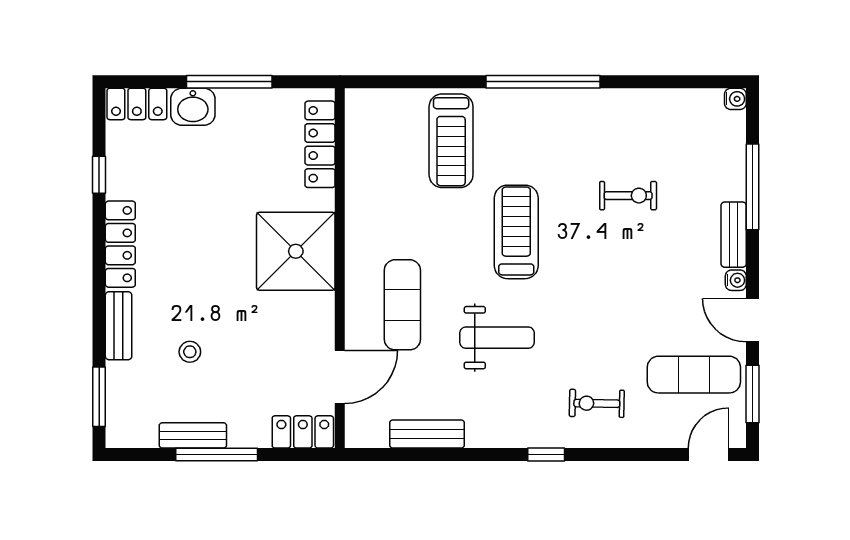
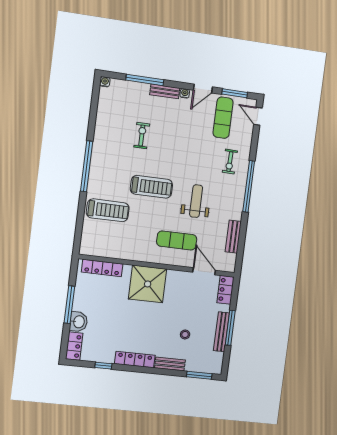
treadmill: (516, 232) -> (151, 187), turned 180
bench: (193, 435) -> (221, 332), width x1.36
window: (546, 455) -> (249, 186), width x3.17

